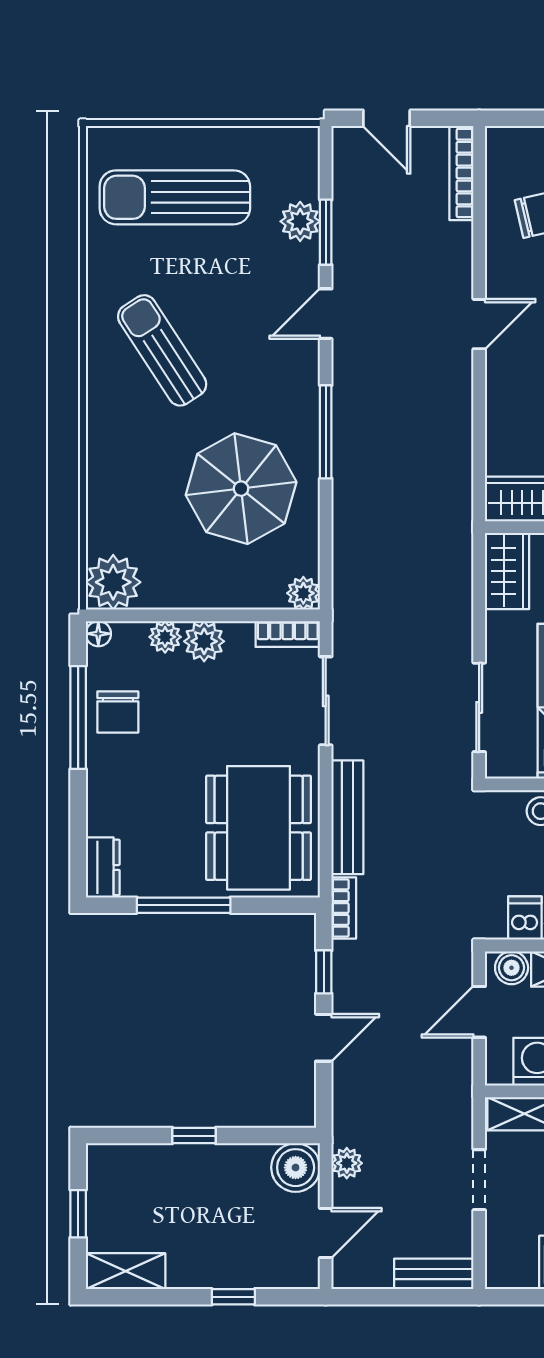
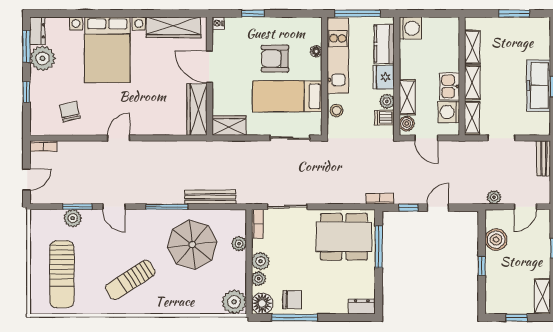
bookcase: (461, 173) -> (43, 146), width x0.64
door: (479, 324) -> (119, 138), hinge flipped
plant: (303, 593) -> (239, 244), moved
floor lamp: (98, 634) -> (262, 303), width x1.89, depth x1.89
bench: (347, 817) -> (210, 197), moved
window: (184, 905) -> (379, 247), moved
door: (324, 1038) -> (438, 208), hinge flipped
boiler: (296, 1168) -> (496, 240), moved
door: (326, 1233) -> (525, 207), swing flipped

